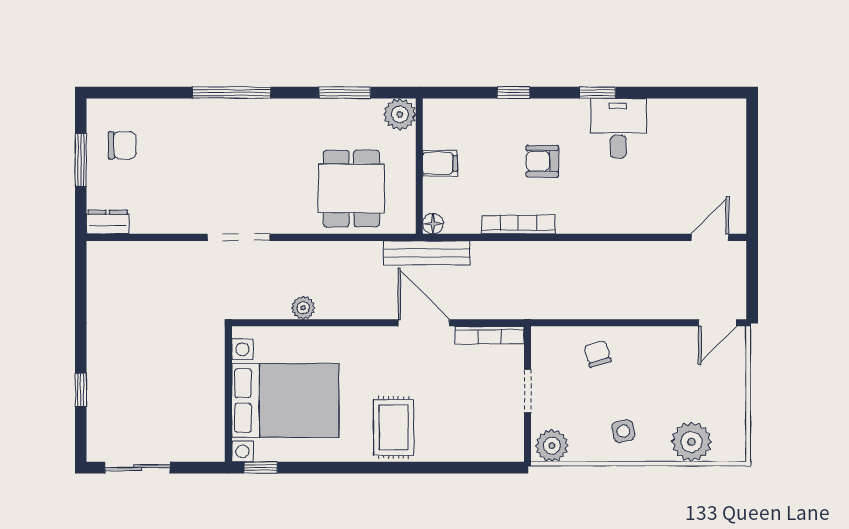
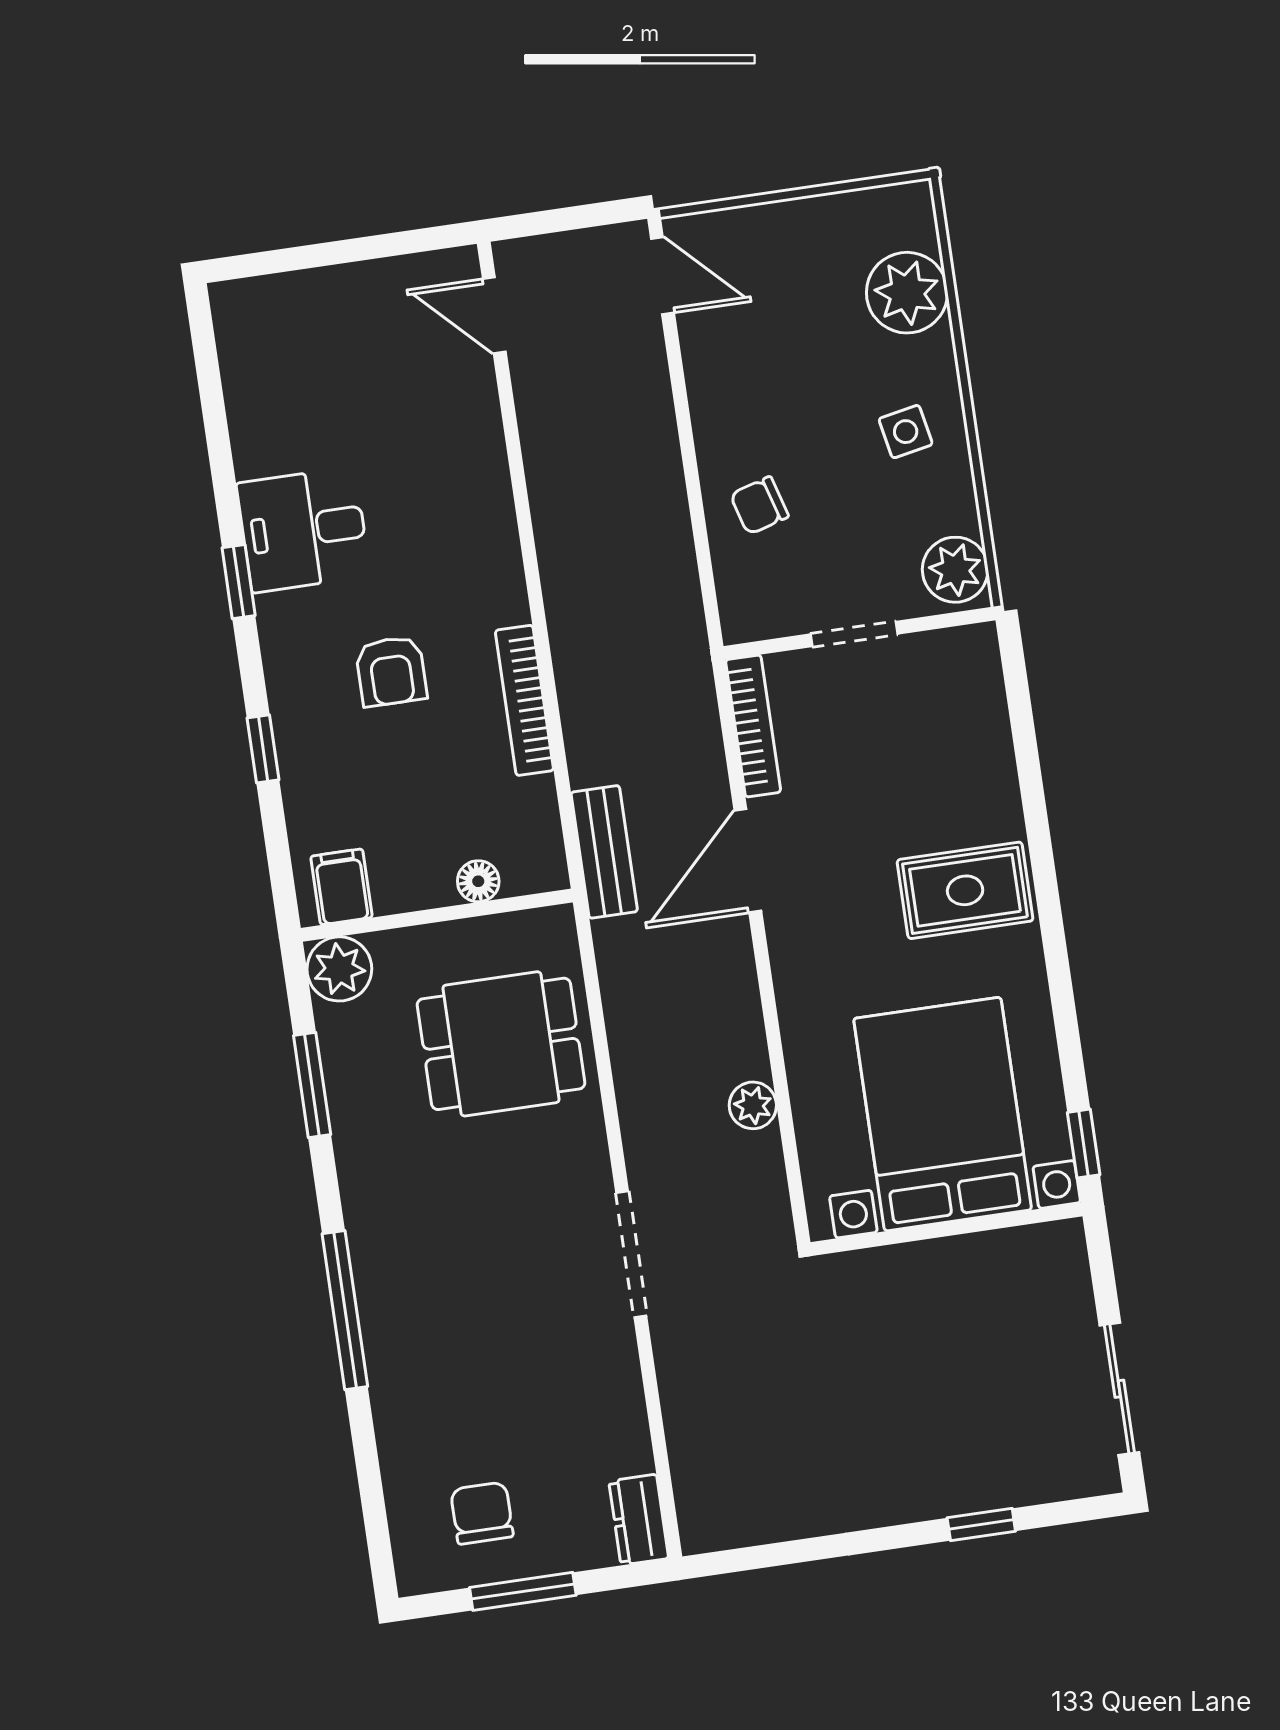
filing cabinet: (440, 163) -> (341, 887), moved
floor lamp: (433, 224) -> (478, 881), moved
bench: (427, 253) -> (604, 852), width x0.73

